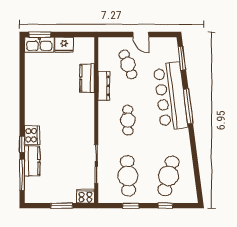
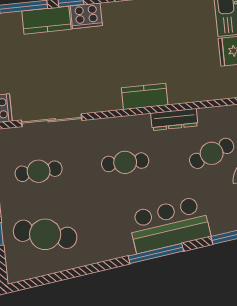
kitchen counter: (87, 78) -> (145, 96), moved
bar counter: (171, 96) -> (169, 225), width x0.73
cafe table: (128, 176) -> (39, 171), width x0.73, depth x0.74

